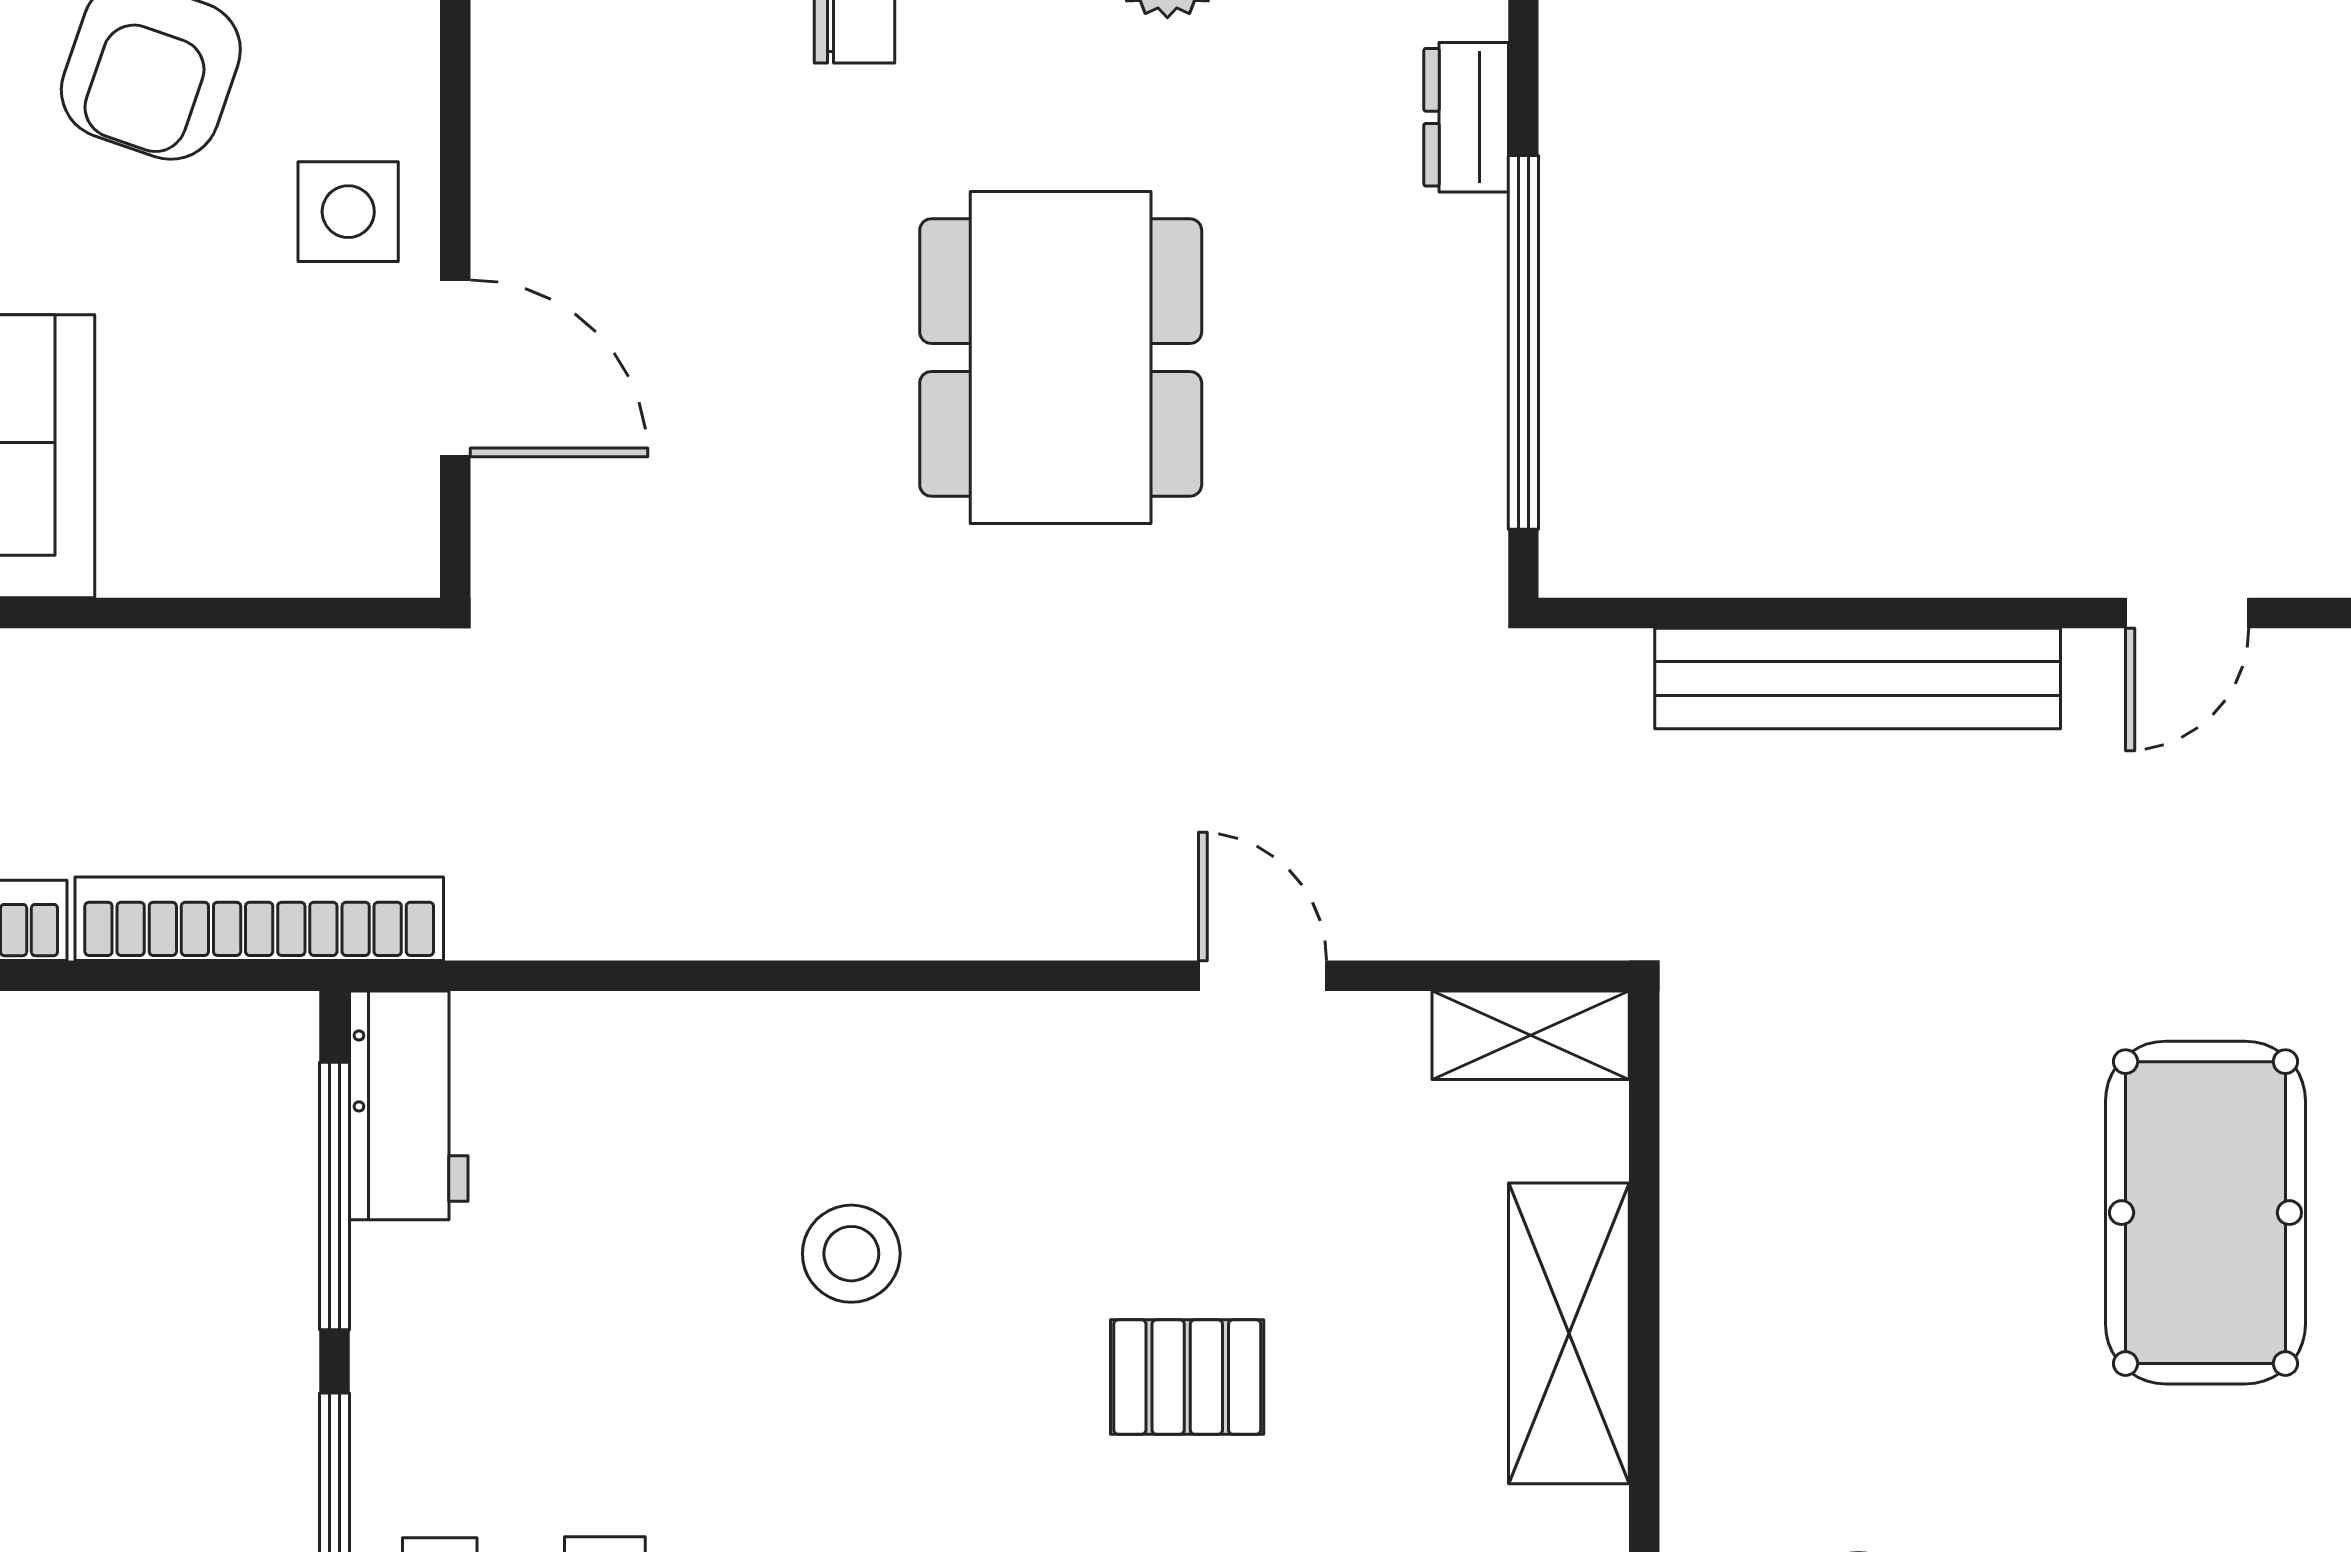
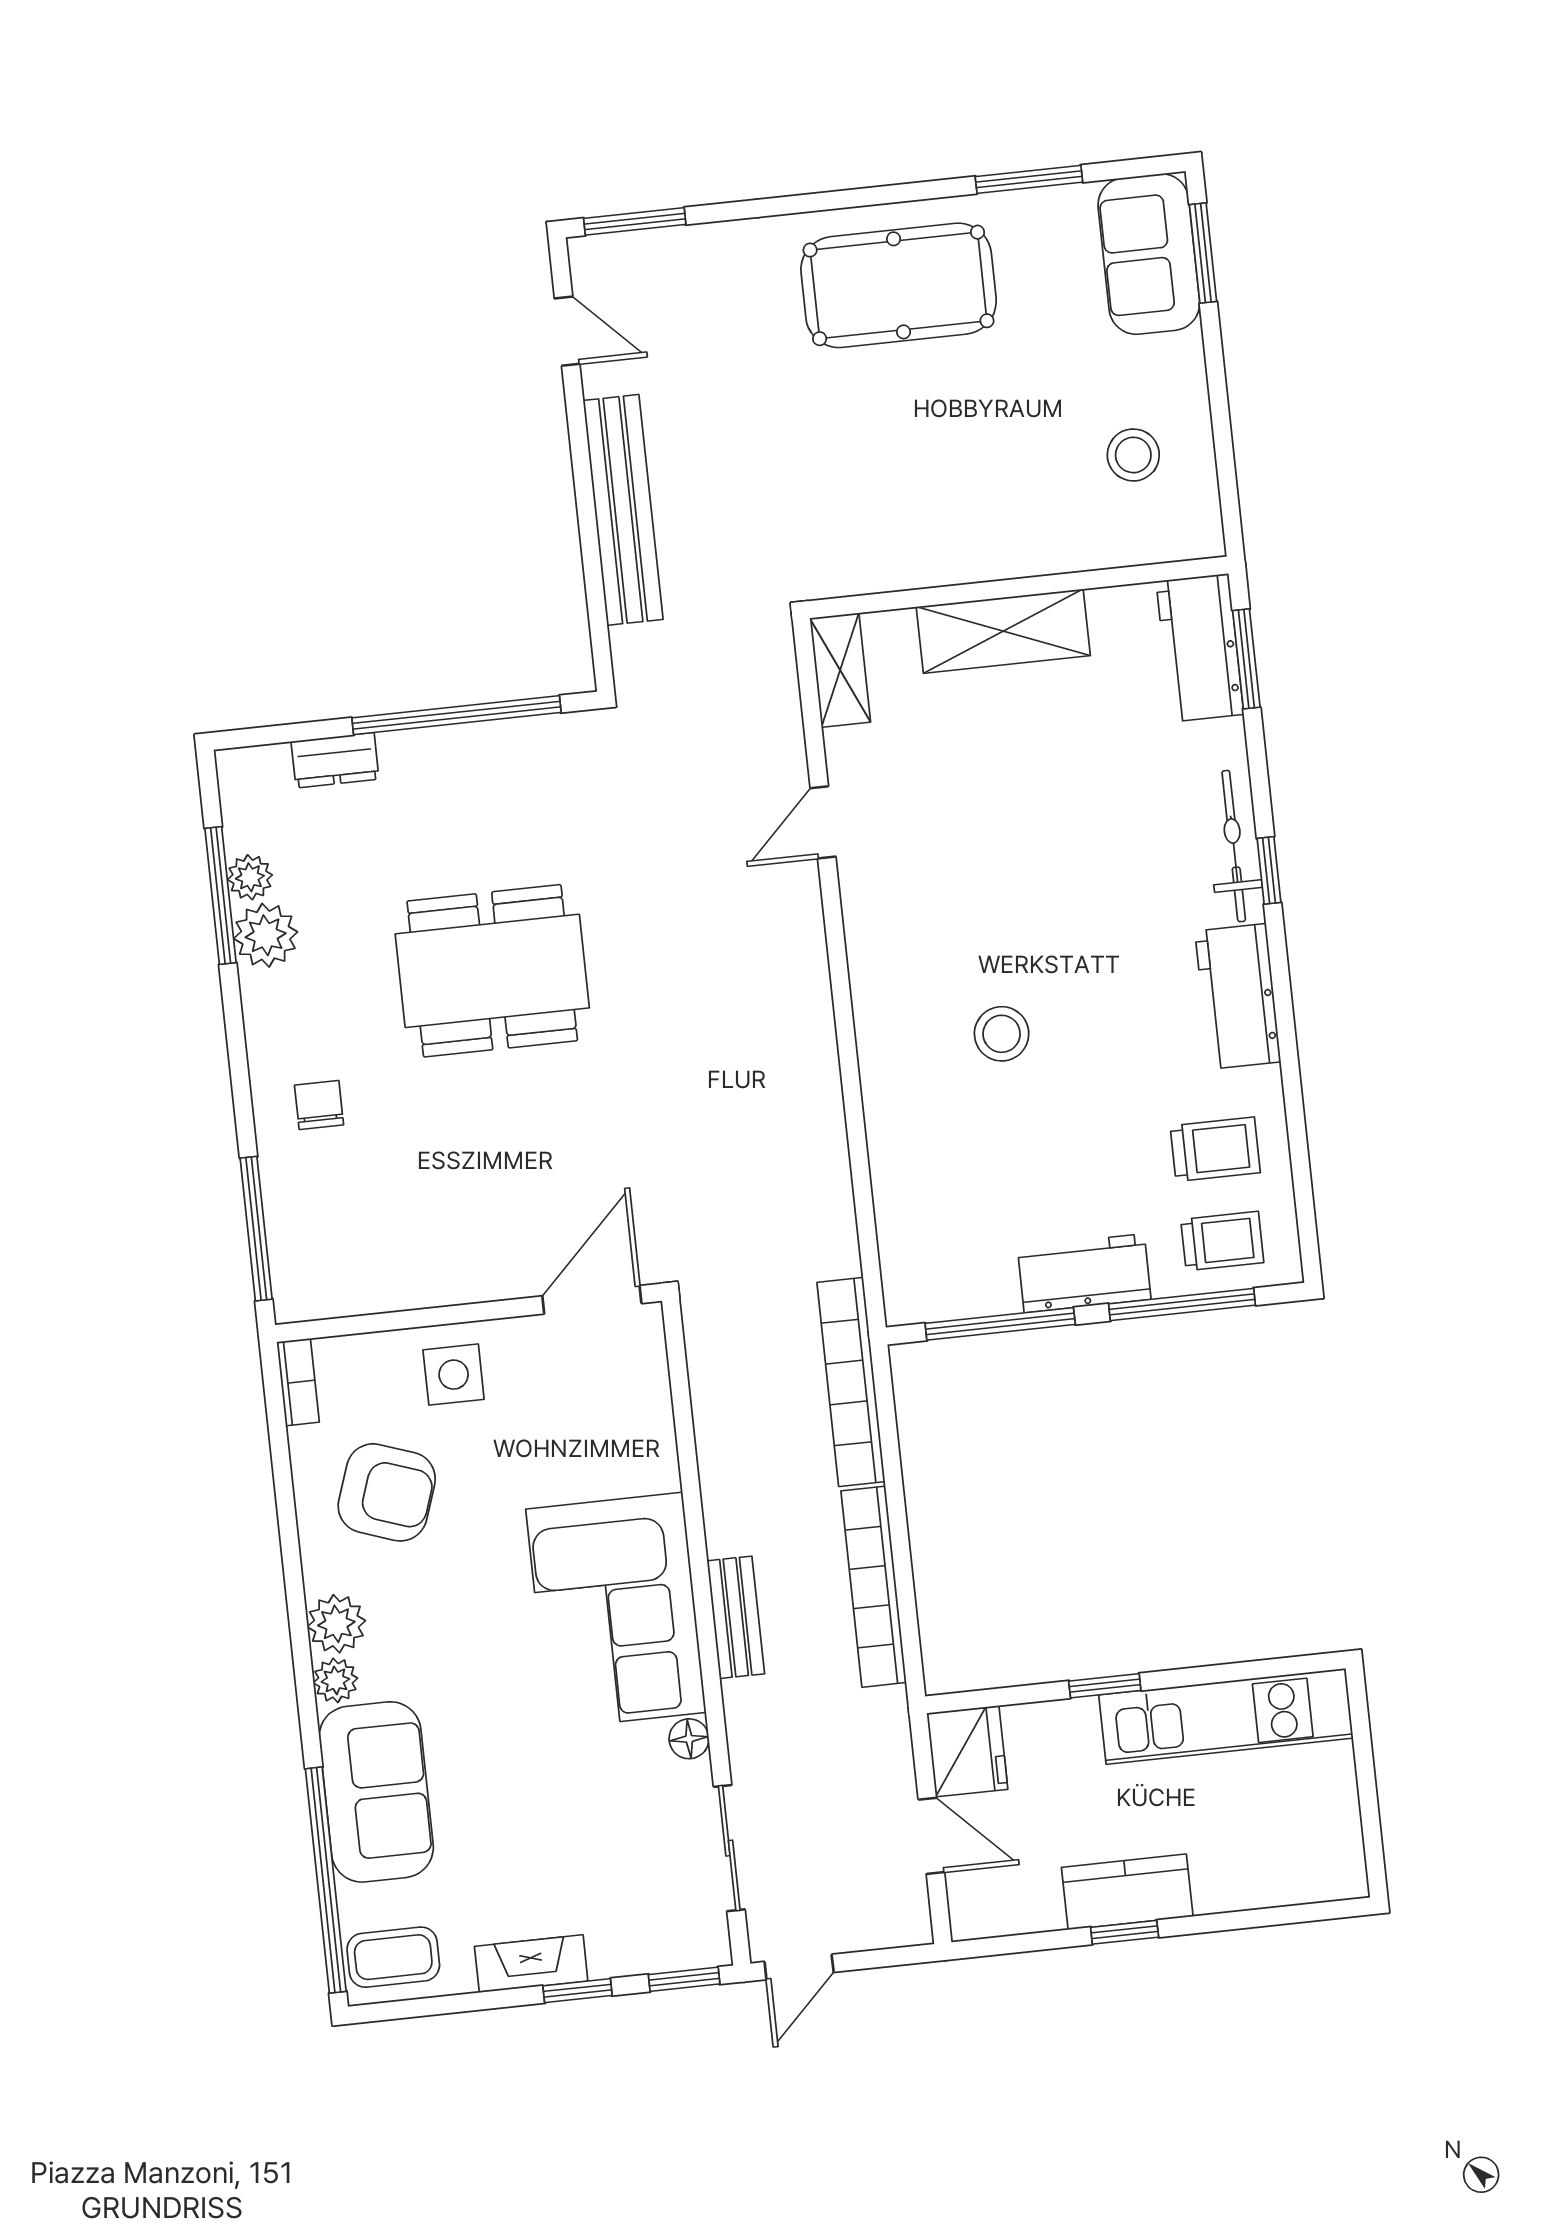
door: (455, 368) -> (592, 1300), moved
workbench: (409, 1105) -> (1084, 1273), moved
pallet: (1187, 1377) -> (1050, 840), removed

